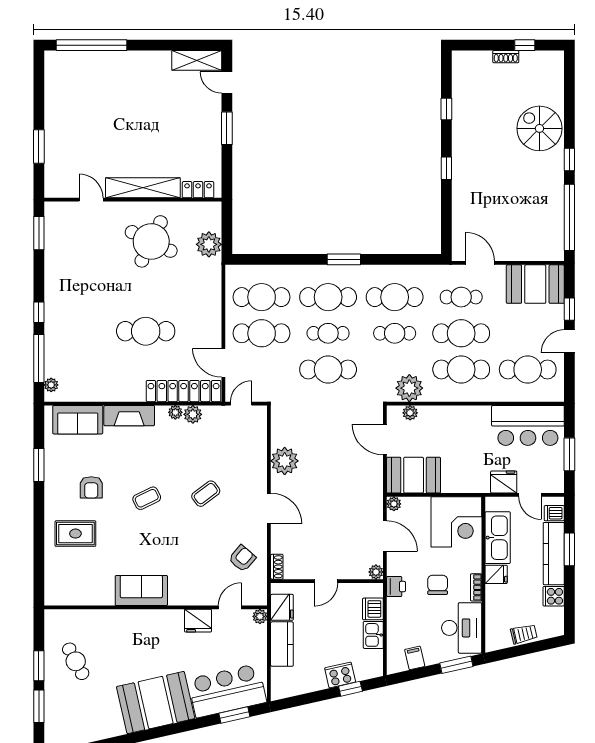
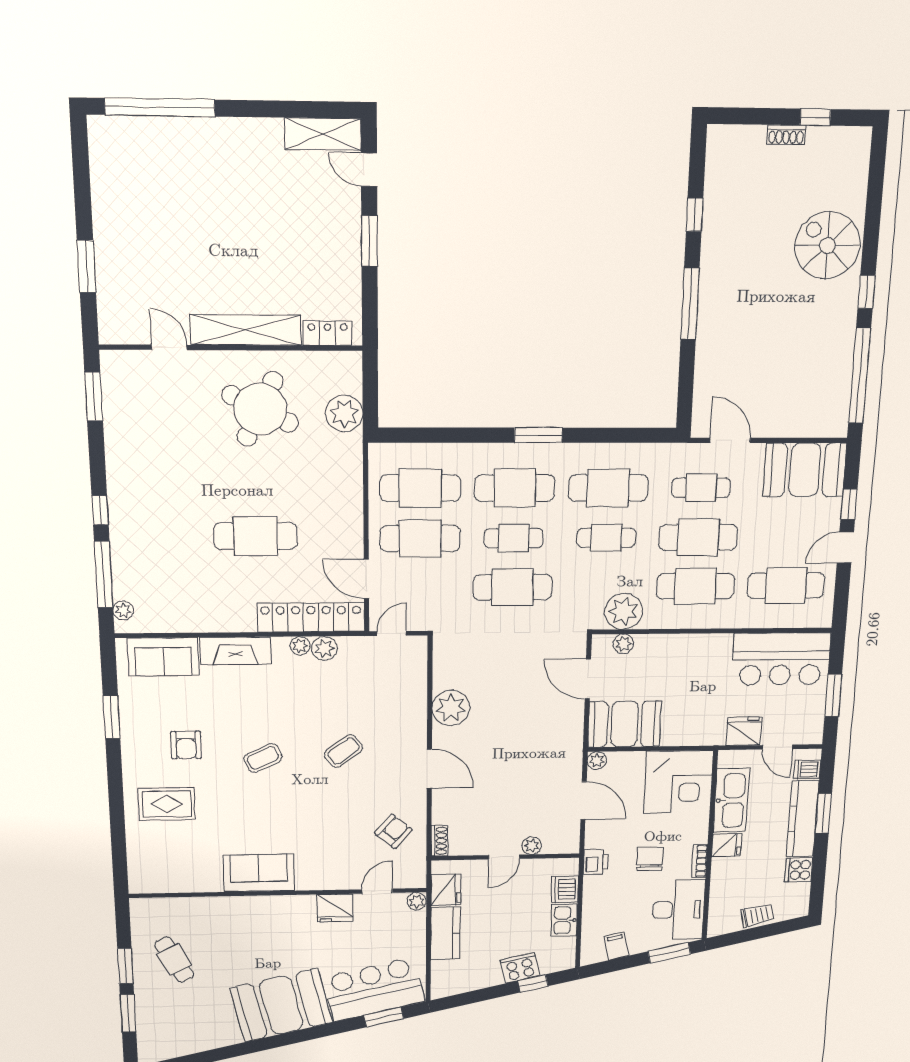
window: (446, 168) -> (690, 304), width x2.17
plant: (376, 572) -> (532, 846), moved

